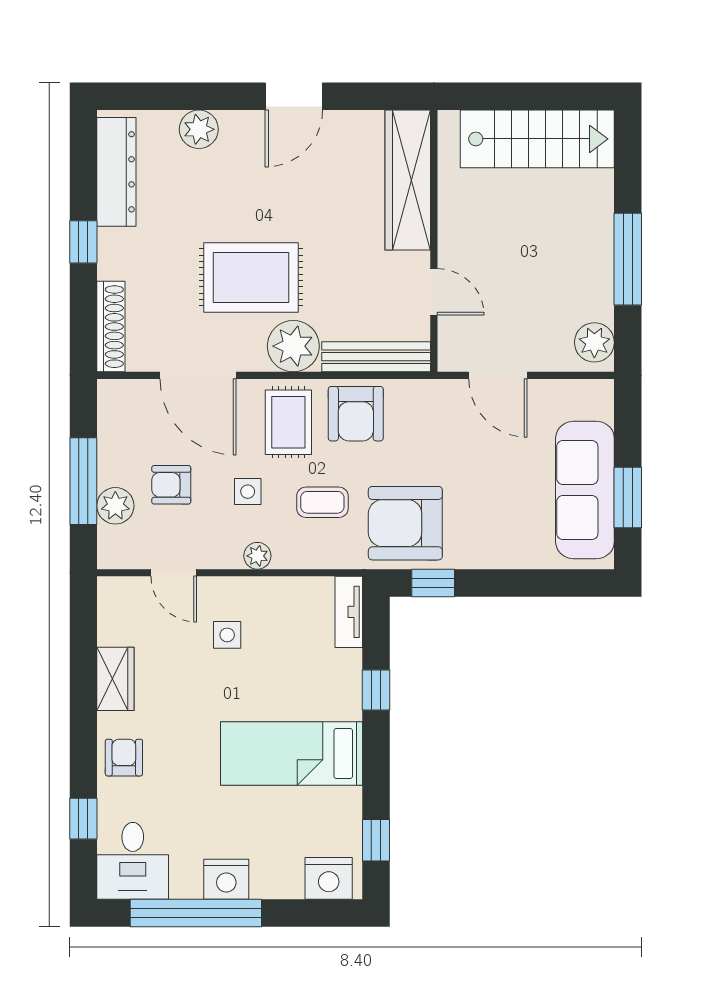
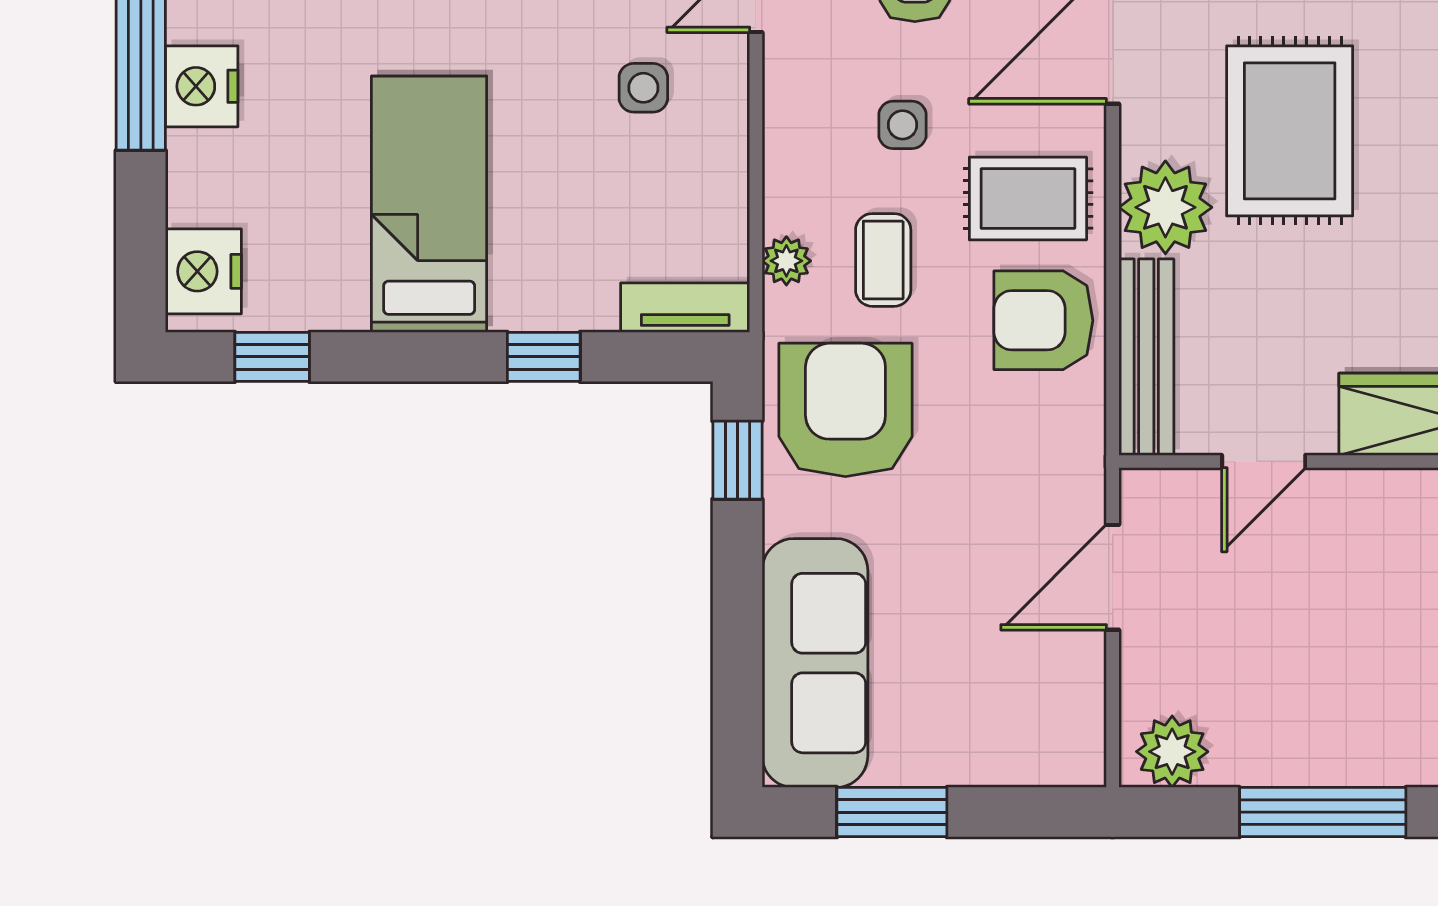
sofa: (585, 490) -> (815, 663), moved, turned 90
plant: (257, 556) -> (786, 261), moved

